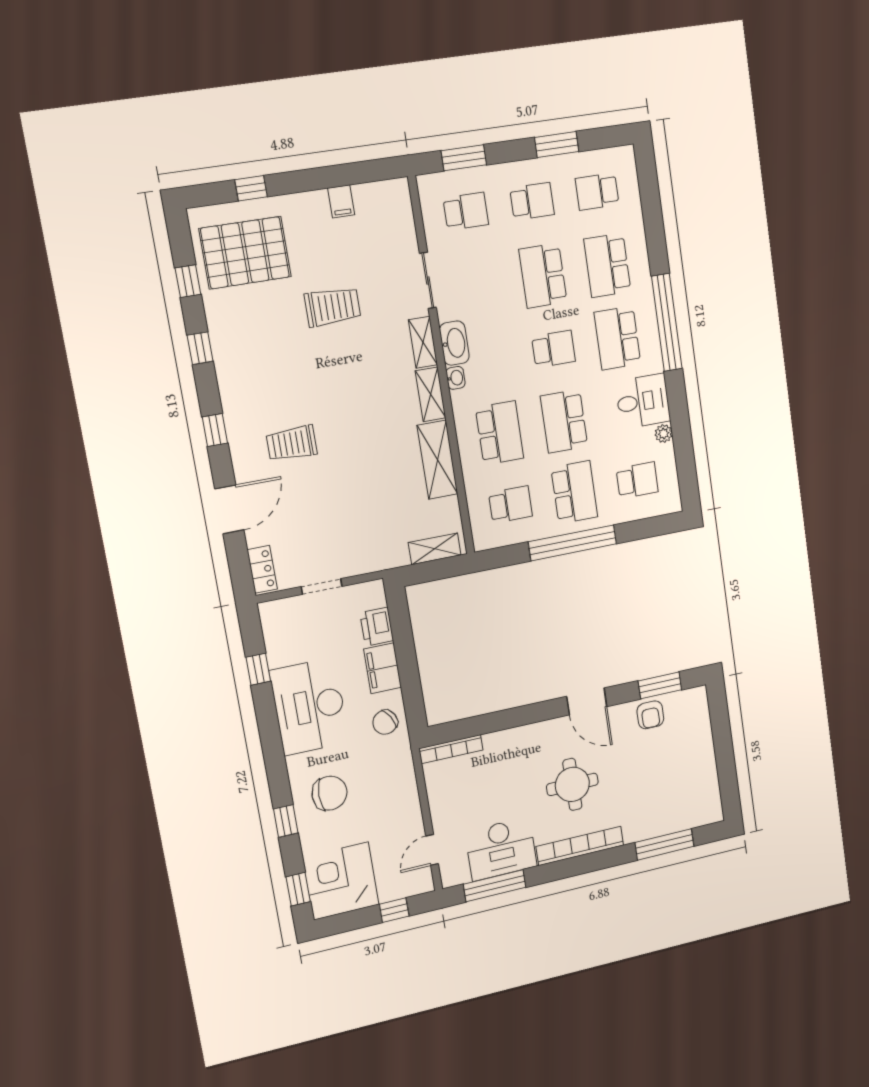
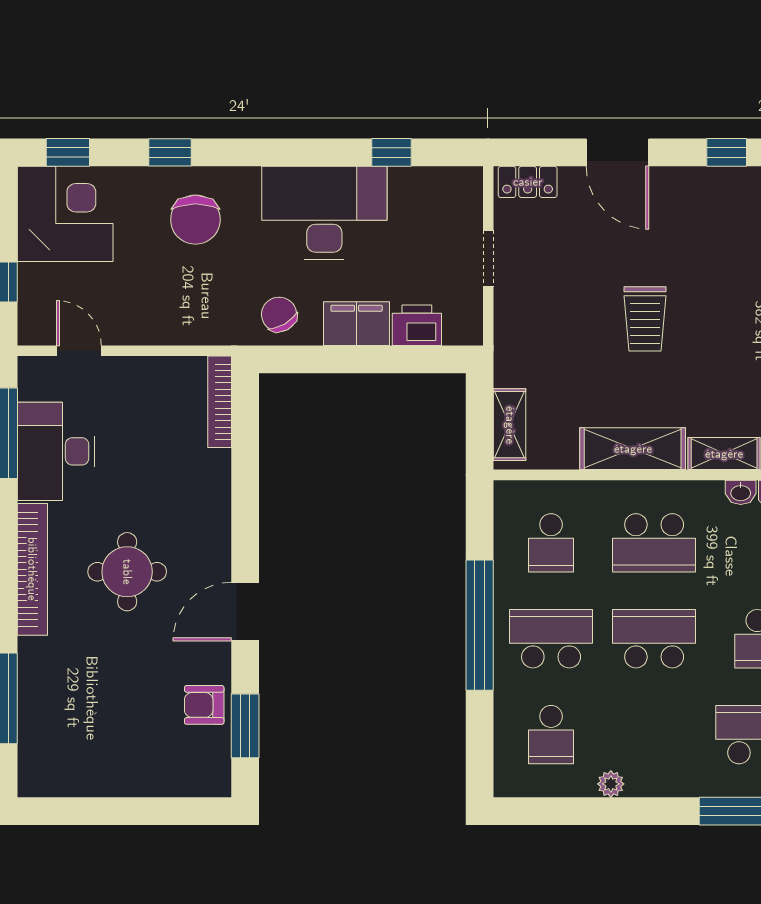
desk: (643, 401) -> (662, 759), removed
trolley: (292, 443) -> (645, 319), moved, turned 180
school desk: (574, 492) -> (551, 639), turned 180

